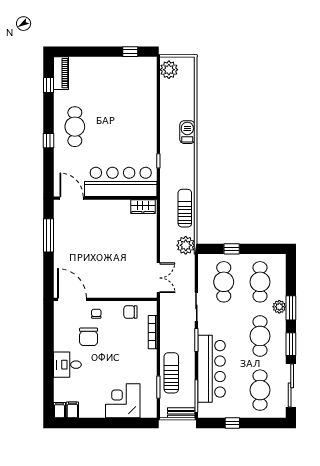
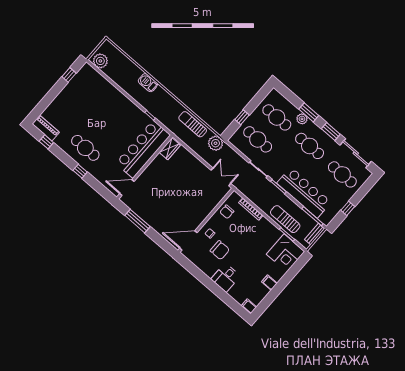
corner desk: (123, 401) -> (286, 253), moved, turned -90
filing cabinet: (72, 410) -> (269, 283), moved

